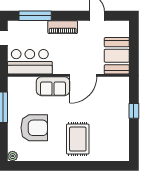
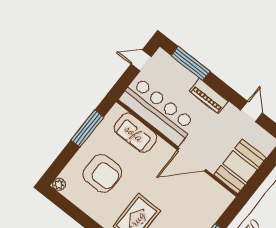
bar counter: (30, 62) -> (158, 111), width x1.36
sofa: (53, 86) -> (135, 133), moved

